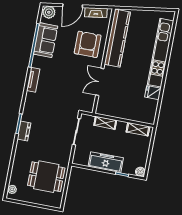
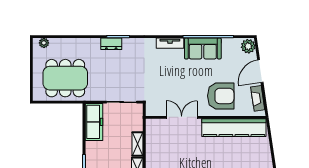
door: (73, 6) -> (260, 71), hinge flipped
sofa: (46, 40) -> (203, 49), moved
shelving: (105, 123) -> (137, 144), moved
freezer: (106, 162) -> (94, 122), moved
dining table: (46, 177) -> (65, 78), width x1.38

